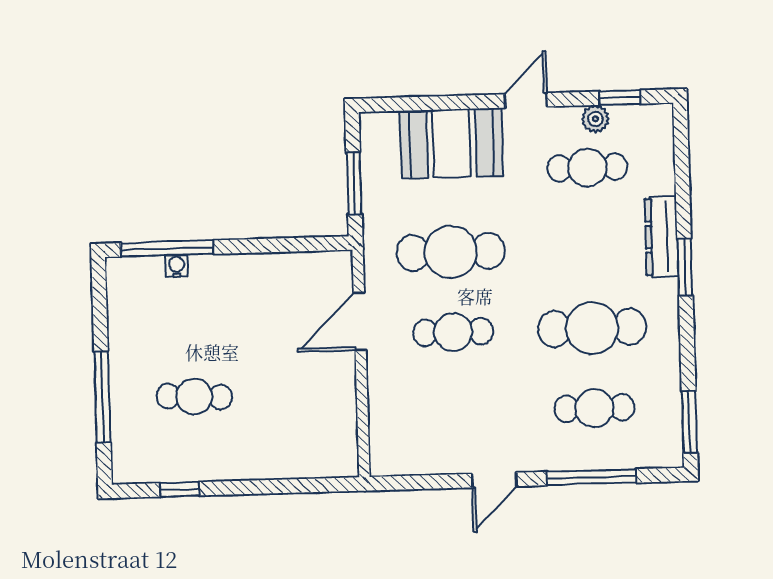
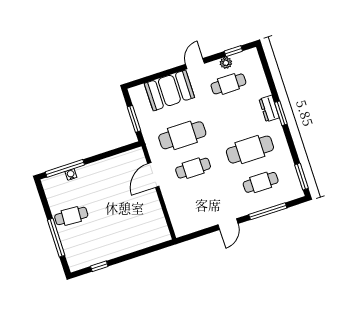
dresser: (661, 237) -> (269, 108), width x0.70
cafe table: (194, 397) -> (71, 216), moved

